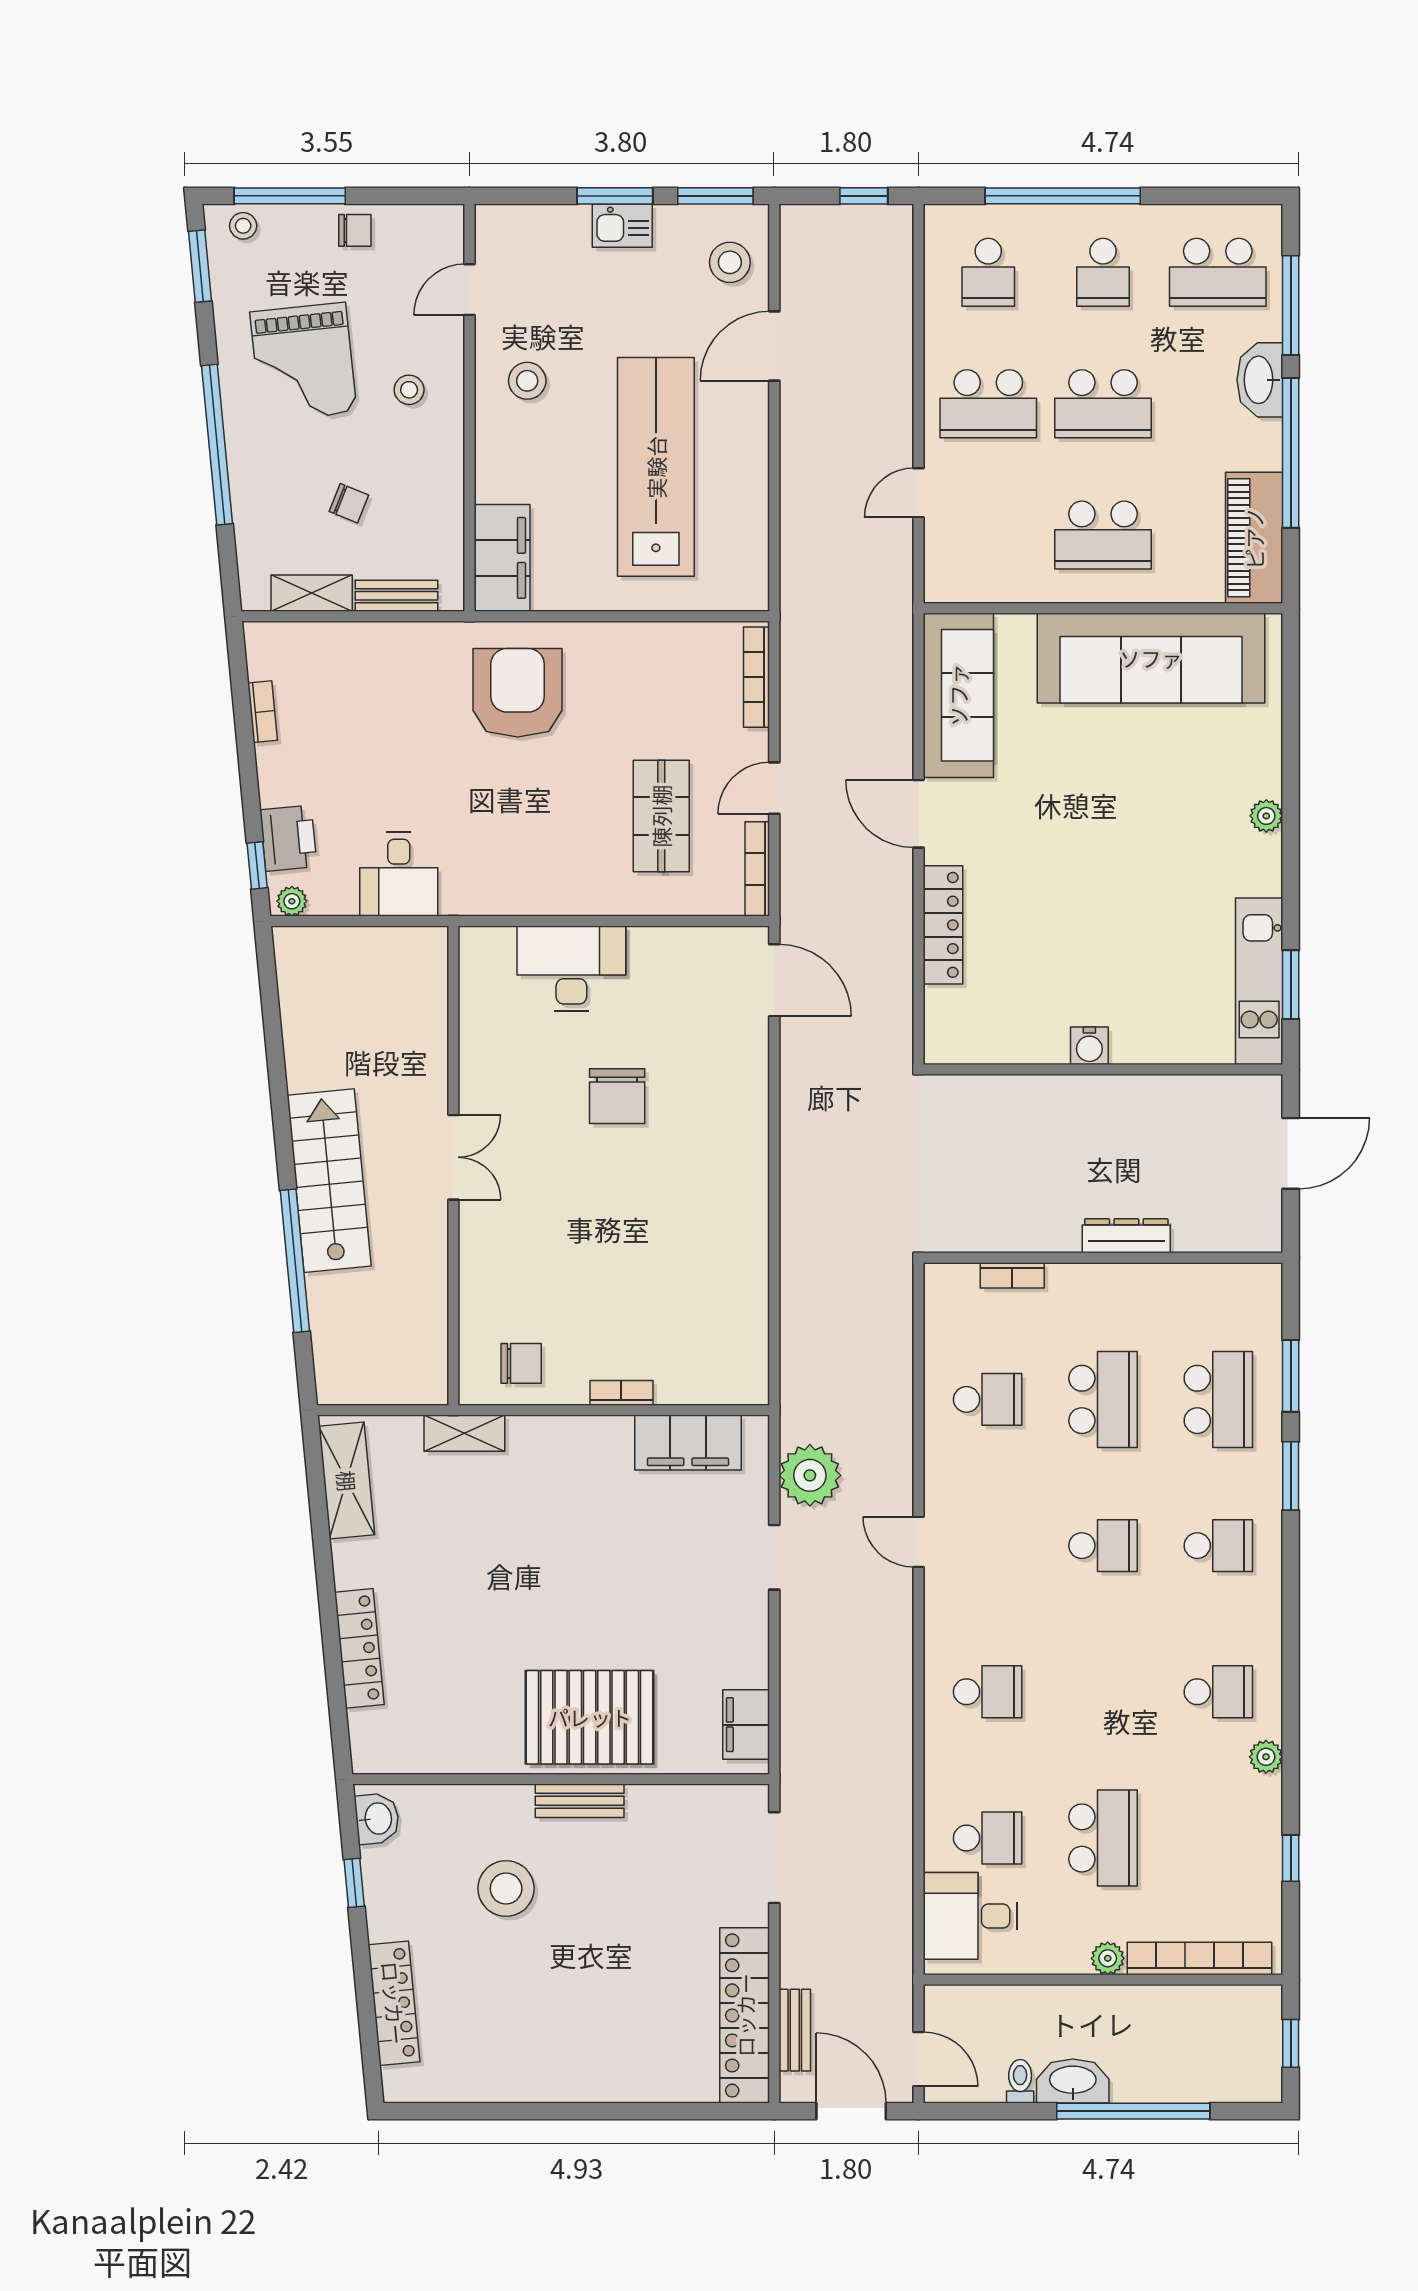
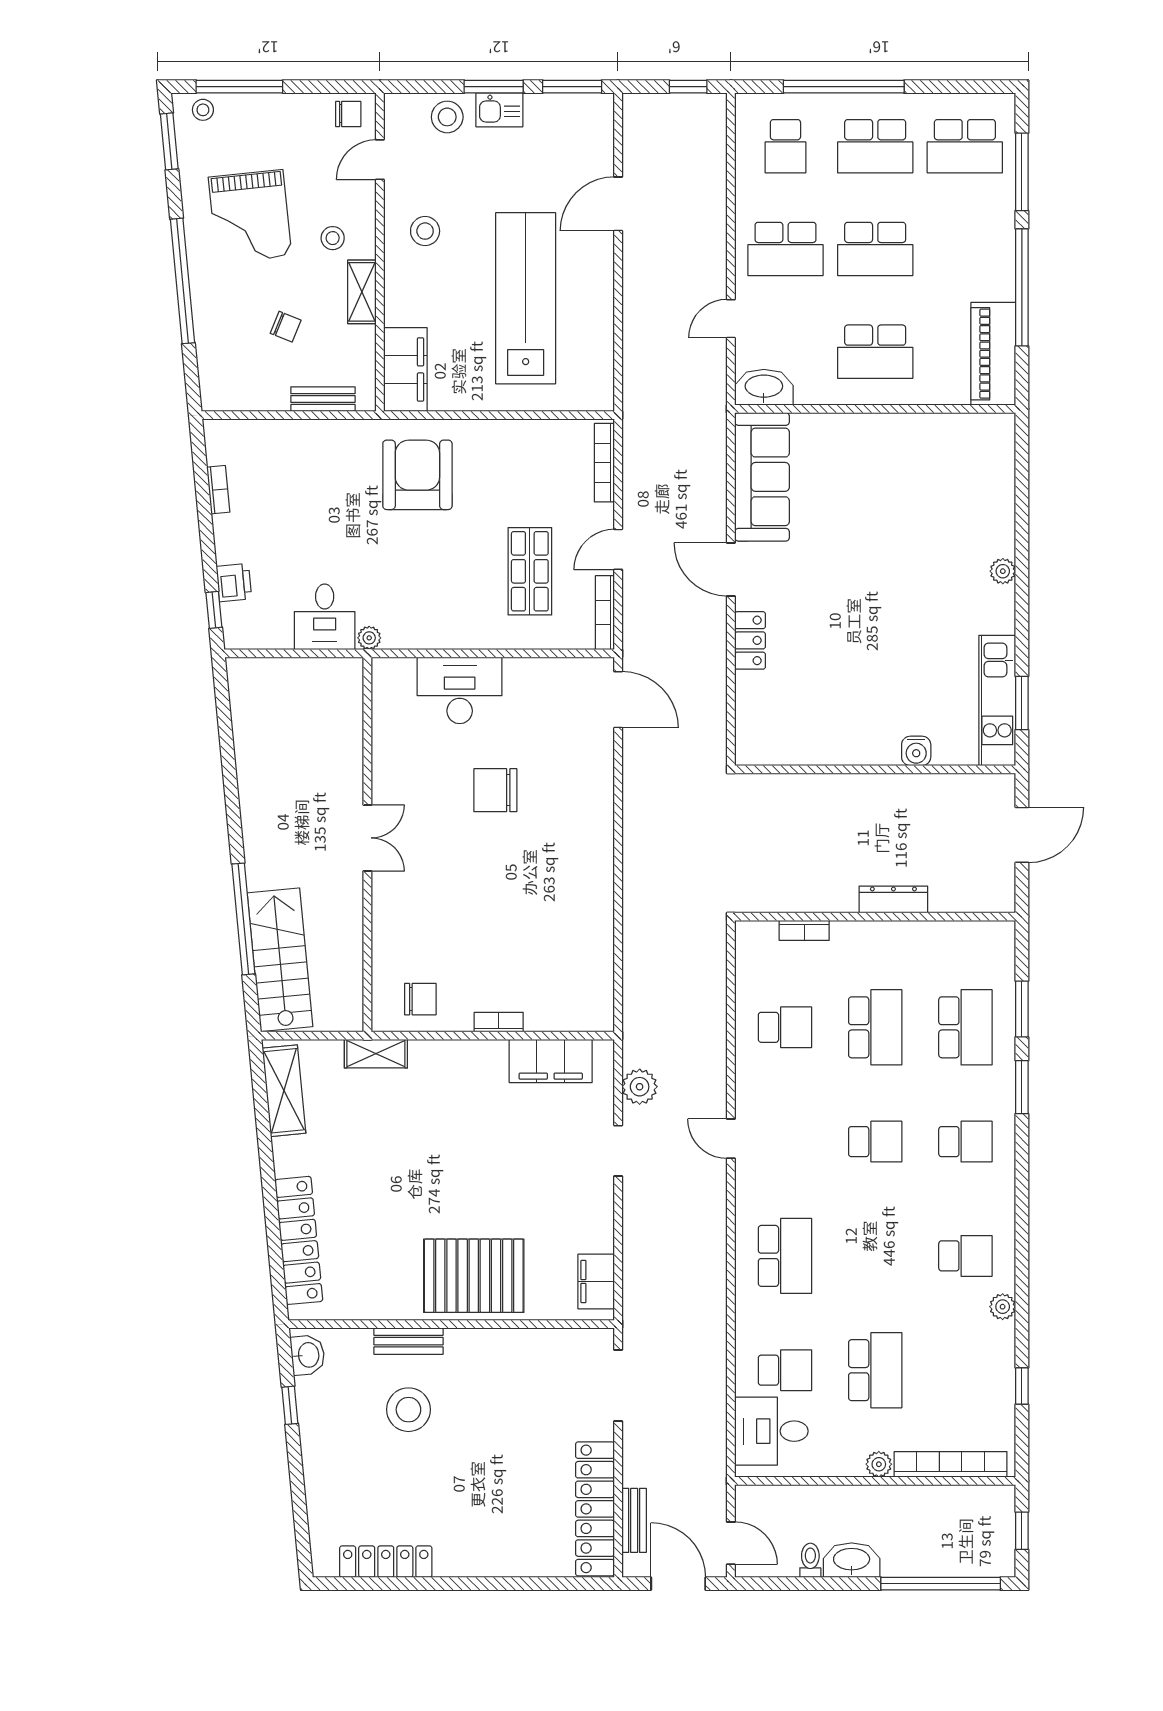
chair: (355, 230) -> (348, 114), moved
stool: (730, 262) -> (447, 117), moved
school desk: (1103, 272) -> (875, 146), width x1.85
washbasin: (1260, 380) -> (764, 387), moved, turned 90
shelving: (312, 593) -> (362, 292), moved, turned 90
sofa: (1151, 658) -> (913, 448), removed
printer: (288, 838) -> (234, 583), width x0.73, depth x0.81
plant: (292, 901) -> (369, 638), moved
locker: (943, 925) -> (750, 640), width x0.66
water cooler: (1089, 1046) -> (916, 751), moved
chair: (617, 1096) -> (495, 790), turned 90
stairs: (329, 1181) -> (280, 960), moved
plant: (810, 1475) -> (640, 1087), width x0.73, depth x0.73
locker: (359, 1648) -> (299, 1240), width x1.41, depth x1.21
school desk: (988, 1692) -> (785, 1256), width x1.85
bench: (580, 1801) -> (408, 1341), moved
locker: (394, 2003) -> (386, 1562), moved, turned -85
window: (1133, 2111) -> (941, 1584), moved

